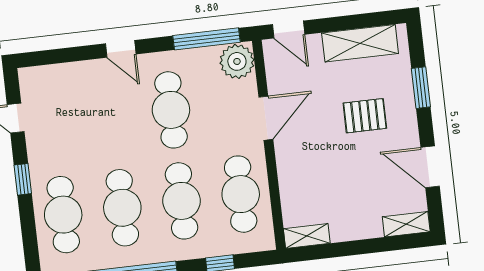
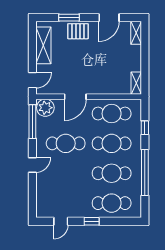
pallet: (365, 116) -> (78, 31), moved, turned 90
door: (266, 118) -> (75, 97), swing flipped

